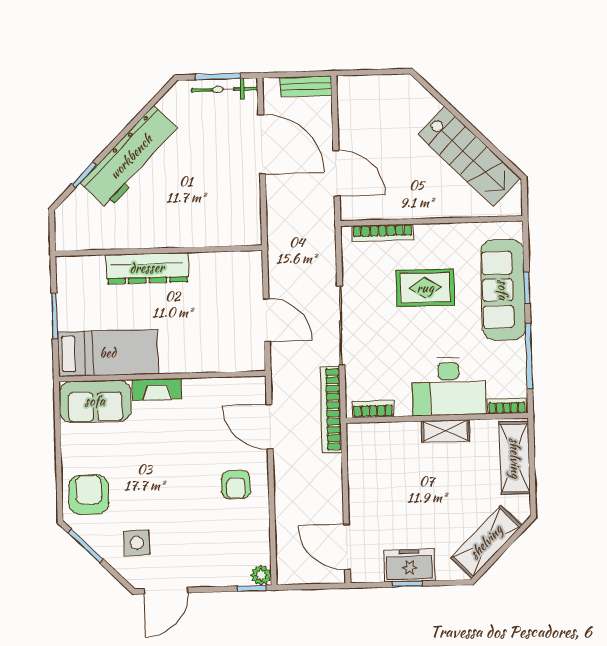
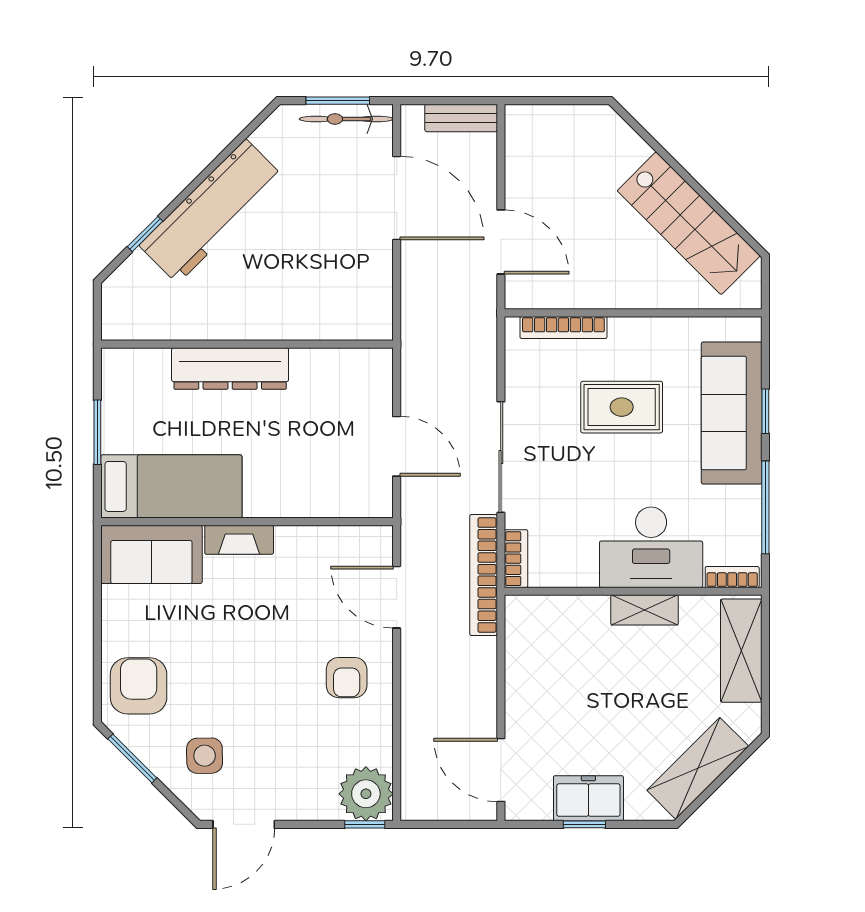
bookcase: (373, 409) -> (516, 559), moved, turned 90
plant: (261, 575) -> (366, 794), width x1.88, depth x1.88

